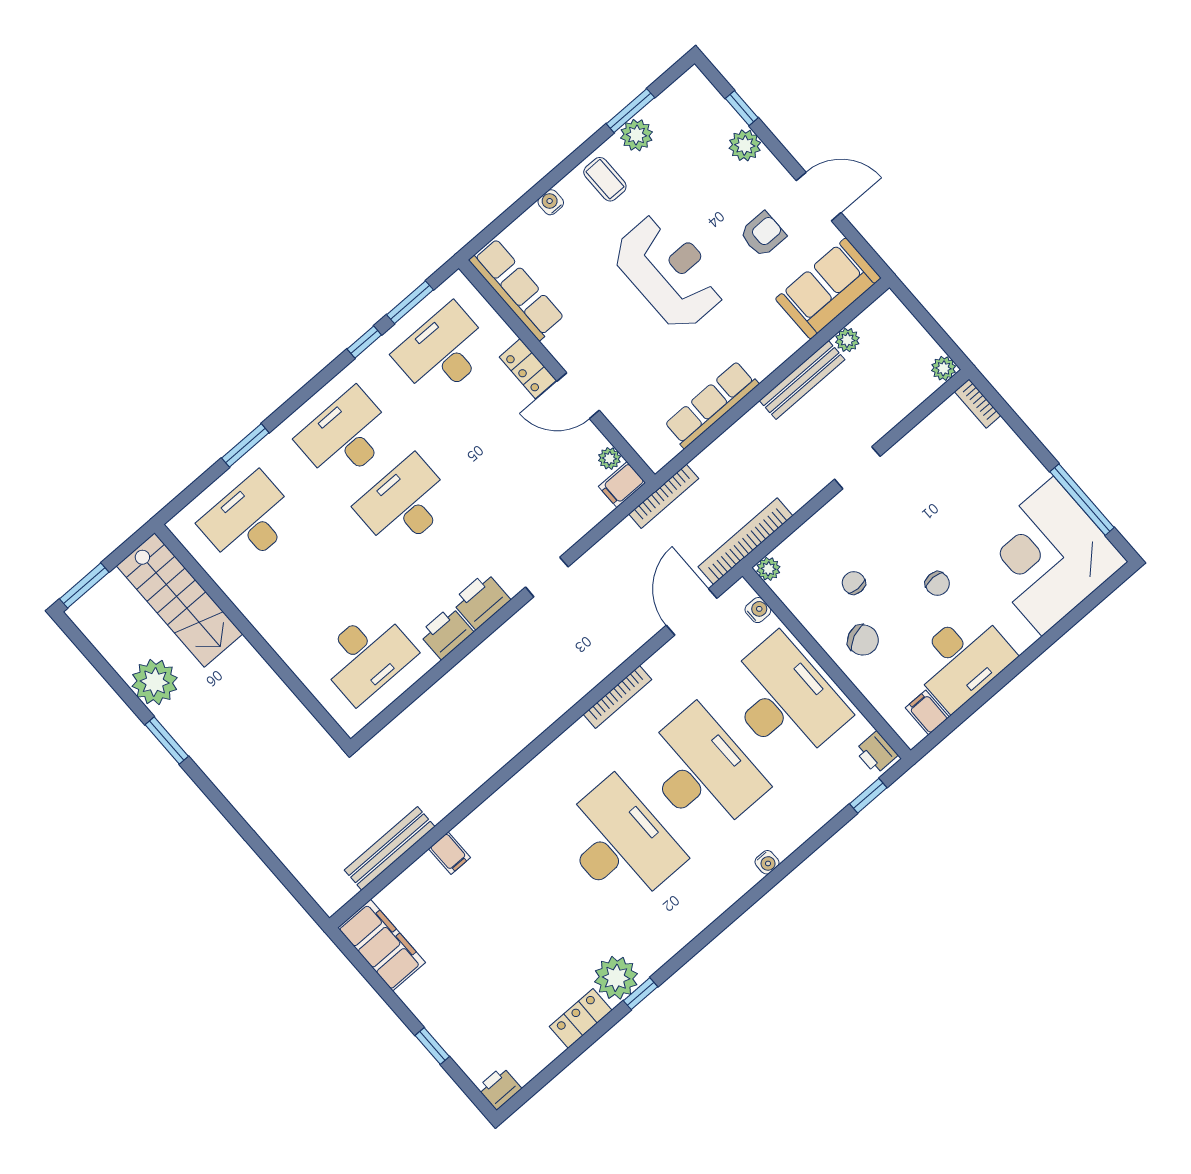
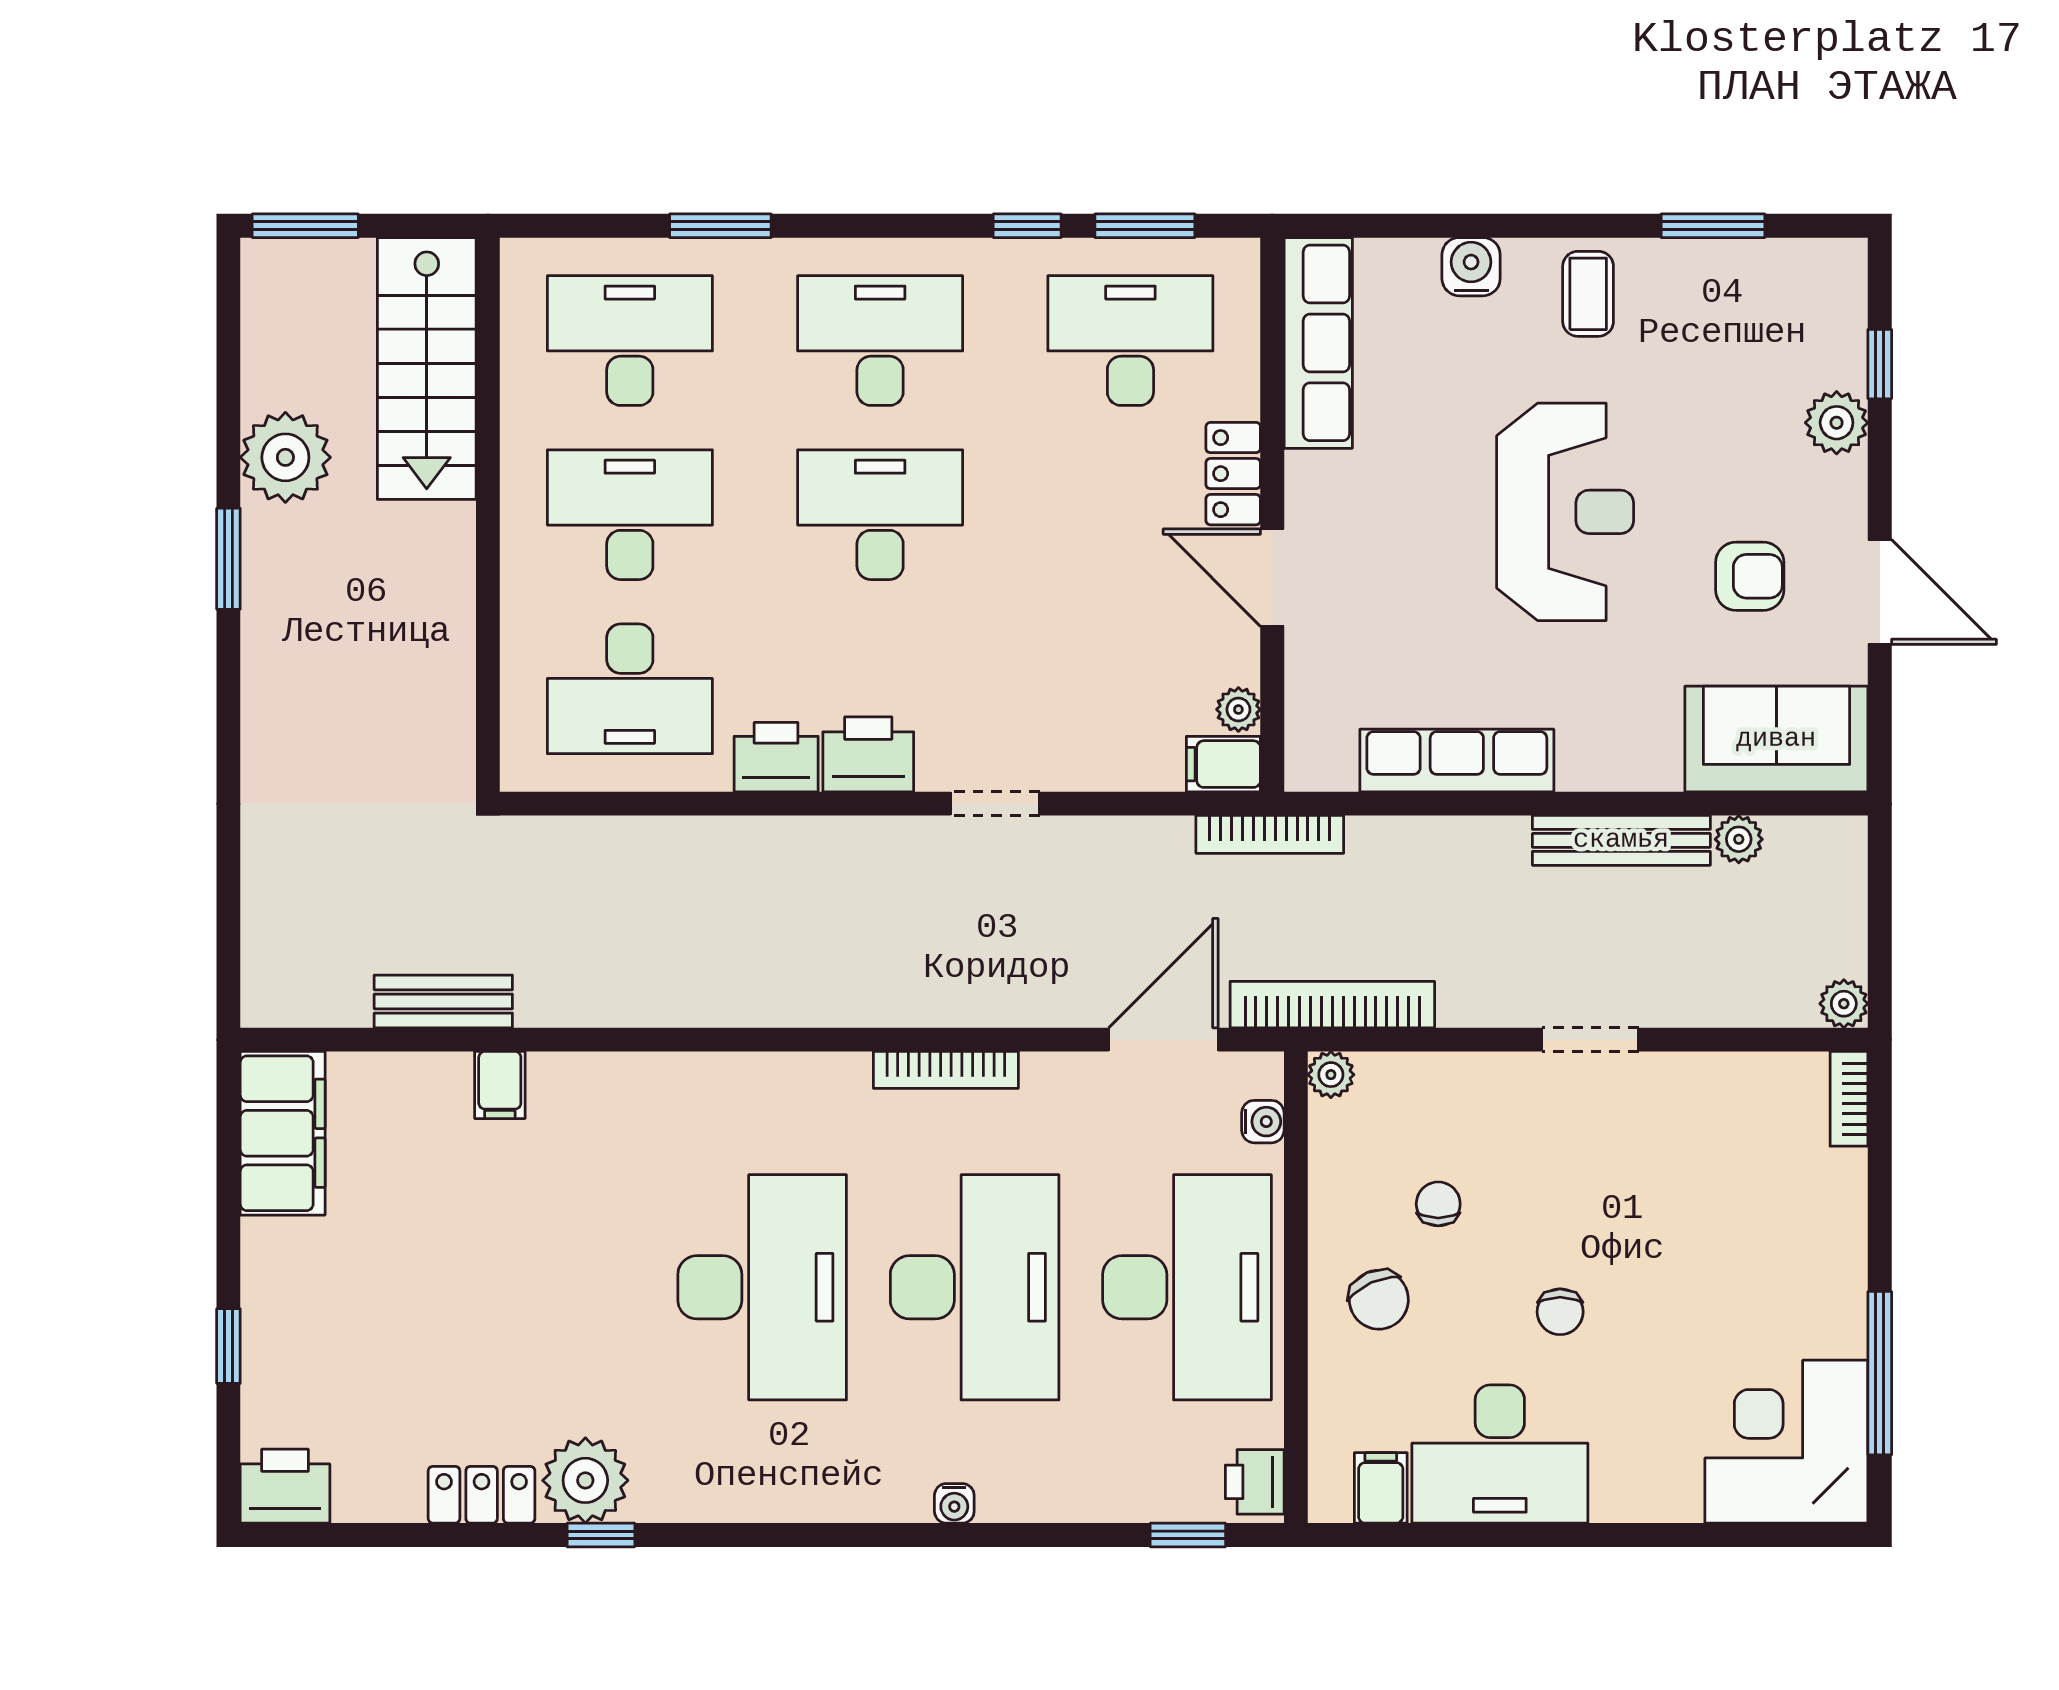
plant: (637, 135) -> (1691, 269), removed
water cooler: (551, 202) -> (1471, 267), width x1.38, depth x1.38
corner desk: (1048, 556) -> (1786, 1442), width x0.74, depth x0.74
desk: (308, 588) -> (630, 515), added
bench: (390, 848) -> (443, 1001), width x0.73
printer: (499, 1088) -> (285, 1486), width x1.36, depth x1.24

